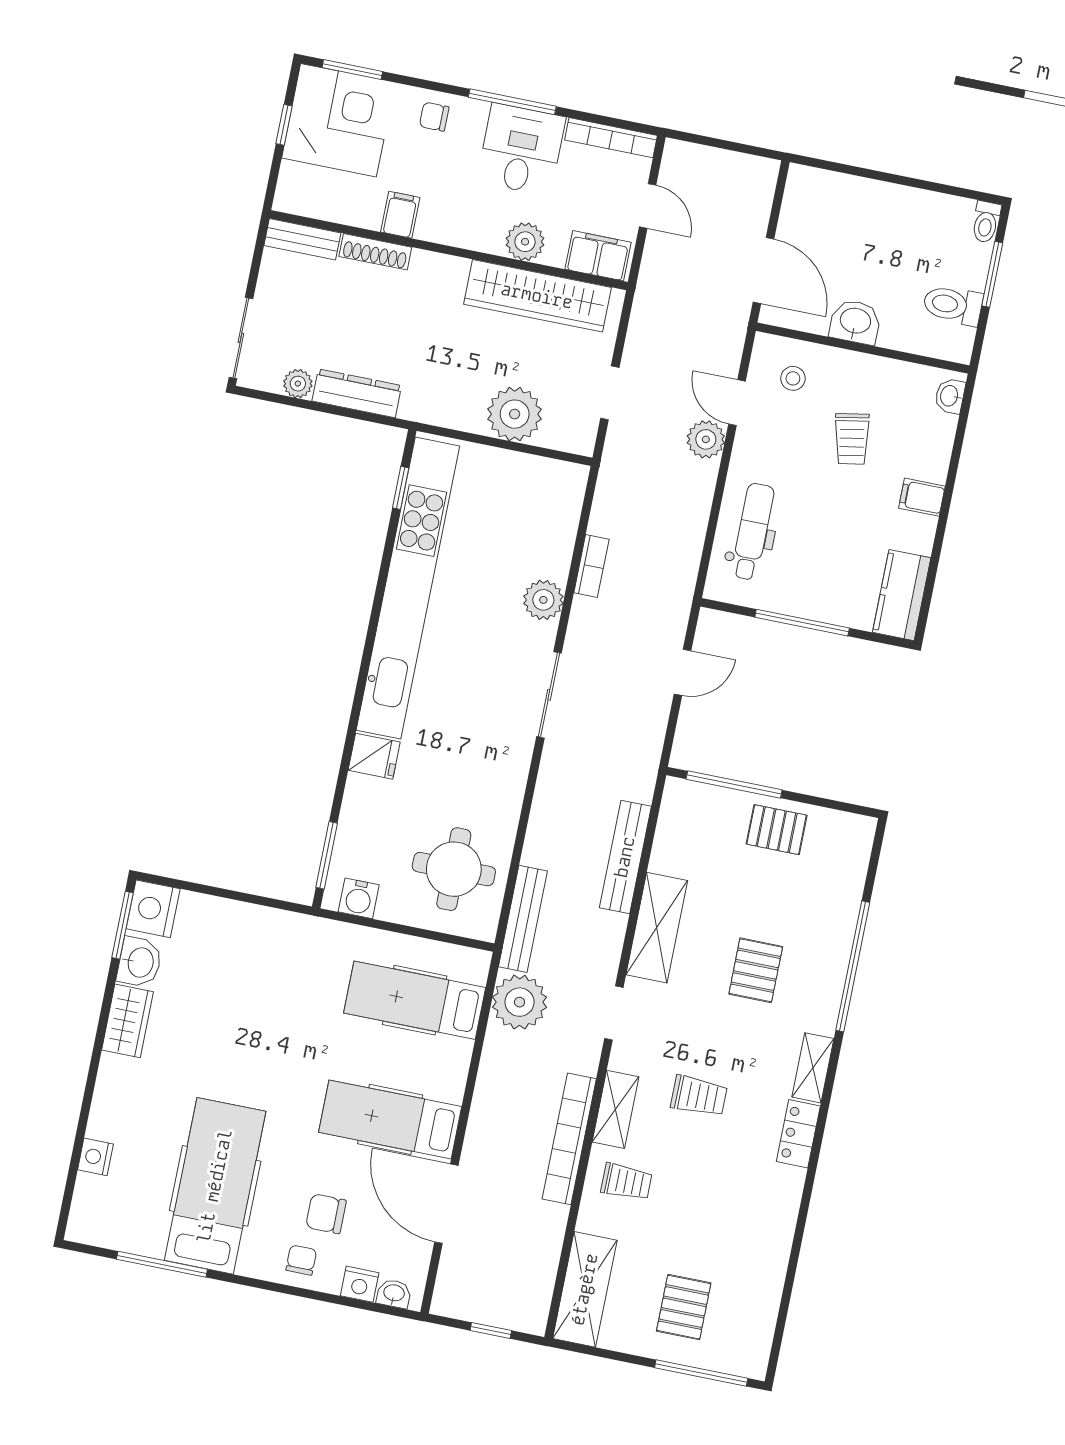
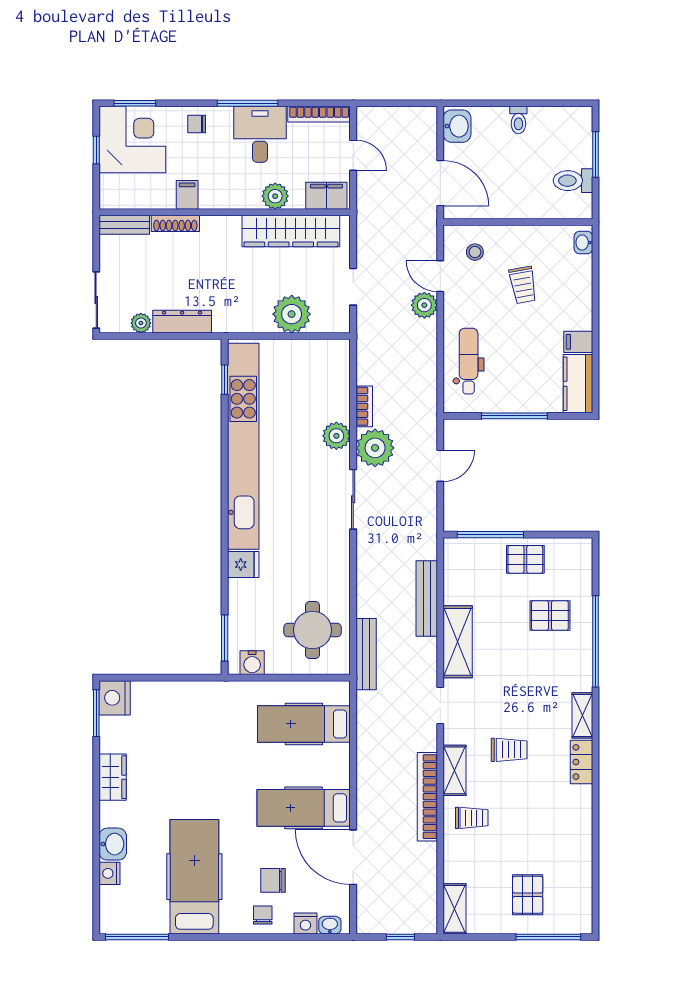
toilet: (986, 222) -> (518, 120), moved
washbasin: (855, 322) -> (457, 126), moved, turned 90
filing cabinet: (922, 497) -> (578, 342), moved
washbasin: (140, 962) -> (113, 844), moved
pallet: (756, 970) -> (550, 616), moved, turned 90
plant: (519, 1002) -> (375, 448), moved
window: (162, 1264) -> (137, 937), moved
shelving: (585, 1289) -> (455, 909), width x0.67, depth x0.75

